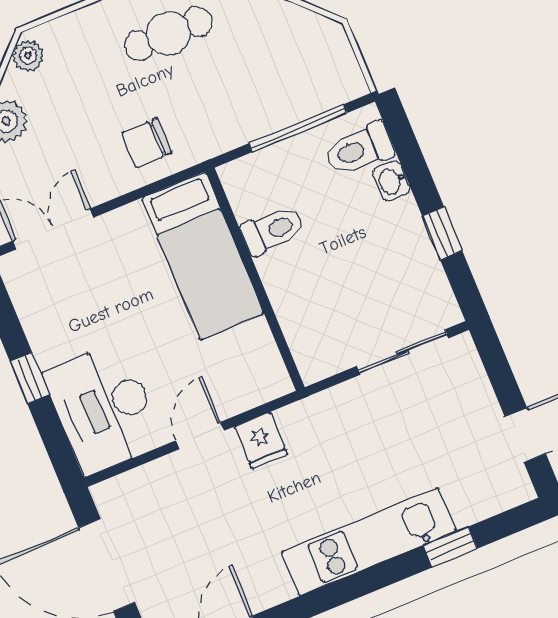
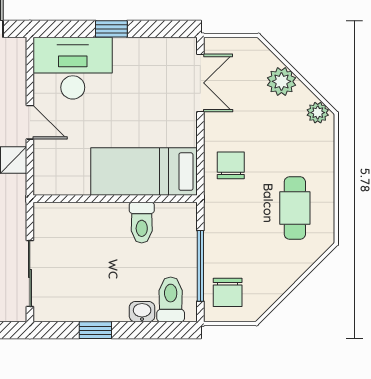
chair: (318, 77) -> (228, 292), added

